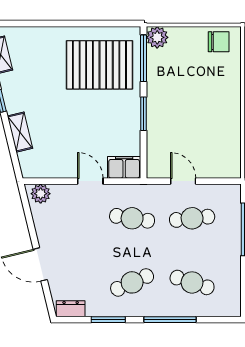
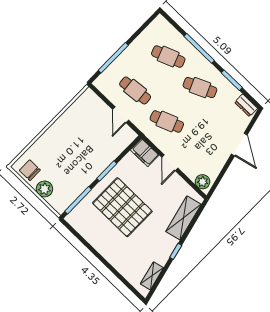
plant: (157, 37) -> (44, 189), moved
pallet: (99, 65) -> (122, 207), moved
shelving: (20, 132) -> (183, 218), width x1.50, depth x1.33
cafe table: (132, 218) -> (167, 121), turned -30
cafe table: (192, 282) -> (168, 57), turned -39

